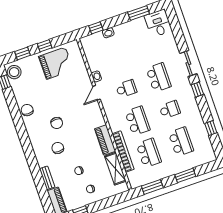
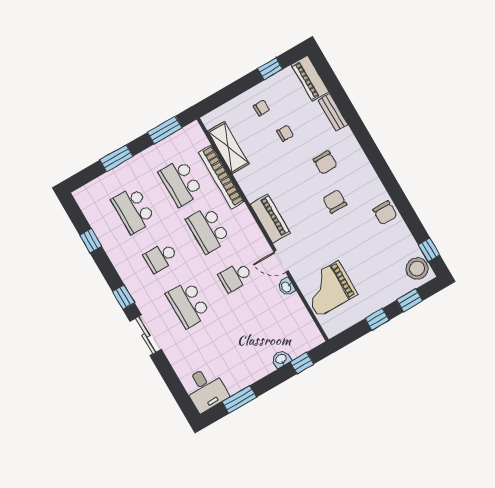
grand piano: (56, 63) -> (328, 289), moved
door: (97, 93) -> (281, 261), swing flipped
piano: (105, 140) -> (270, 219), moved

